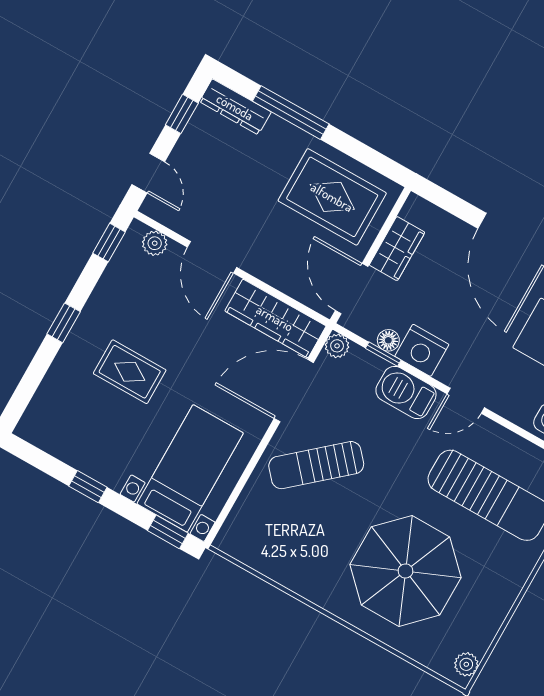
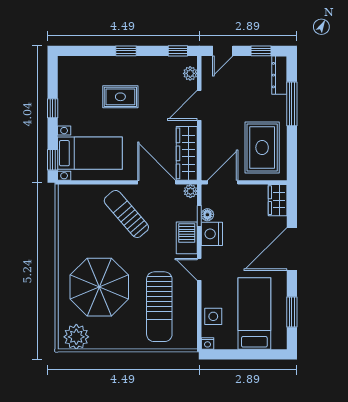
wardrobe: (397, 249) -> (278, 200), moved, turned 90
rug: (130, 372) -> (120, 97), turned 90
plant: (466, 664) -> (76, 337), width x1.88, depth x1.88

